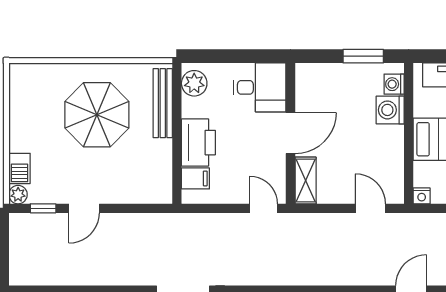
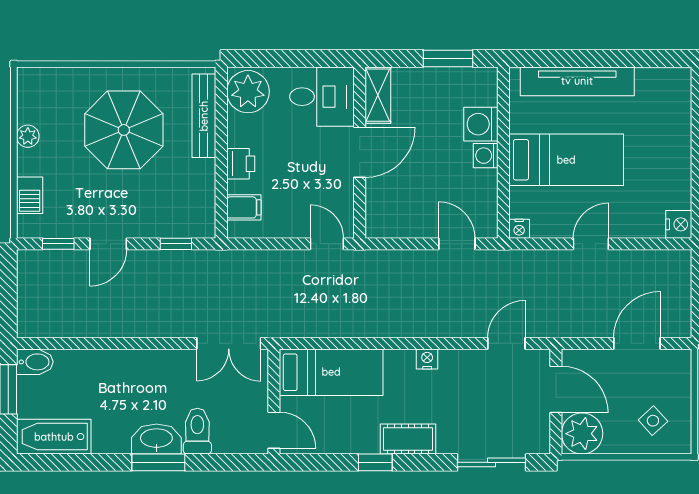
plant: (194, 83) -> (248, 92), width x1.36, depth x1.36
washing machine: (394, 84) -> (486, 156), moved
printer: (198, 143) -> (241, 164), width x0.53, depth x0.68
shelving: (306, 181) -> (378, 95), moved
plant: (18, 195) -> (28, 136), moved
window: (140, 208) -> (176, 244), added

